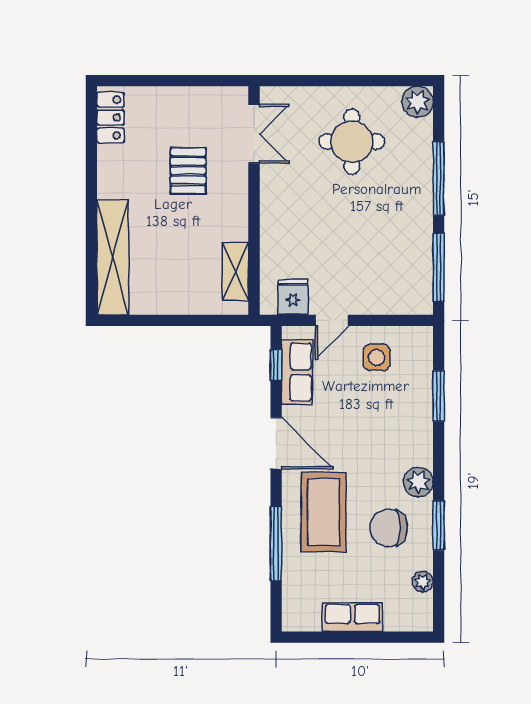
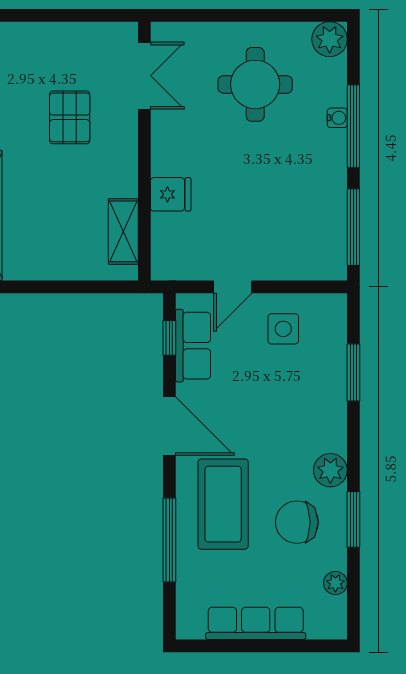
water cooler: (424, 171) -> (337, 118), added
fridge: (293, 297) -> (171, 194), moved, turned 90
row of seats: (352, 617) -> (256, 623), width x1.48

